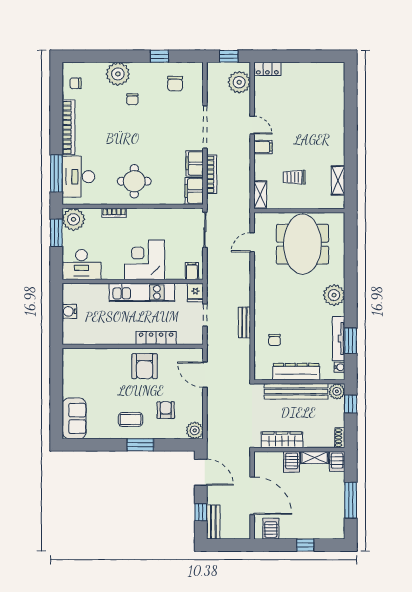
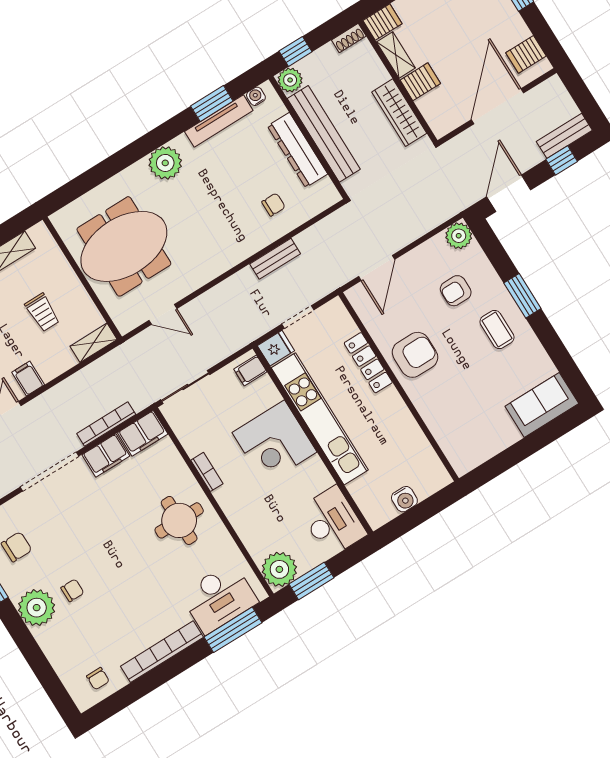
plant: (118, 74) -> (37, 608), moved
bookcase: (114, 213) -> (207, 472), moved
kitchen unit: (142, 292) -> (320, 419), width x1.36

